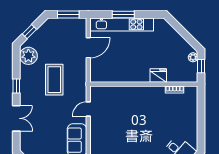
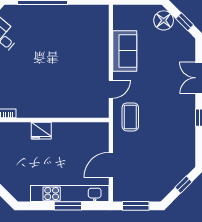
plant: (28, 56) -> (185, 155), removed
fridge: (158, 76) -> (41, 131), moved
coffee table: (54, 80) -> (130, 117), moved, width x0.73, depth x0.76

